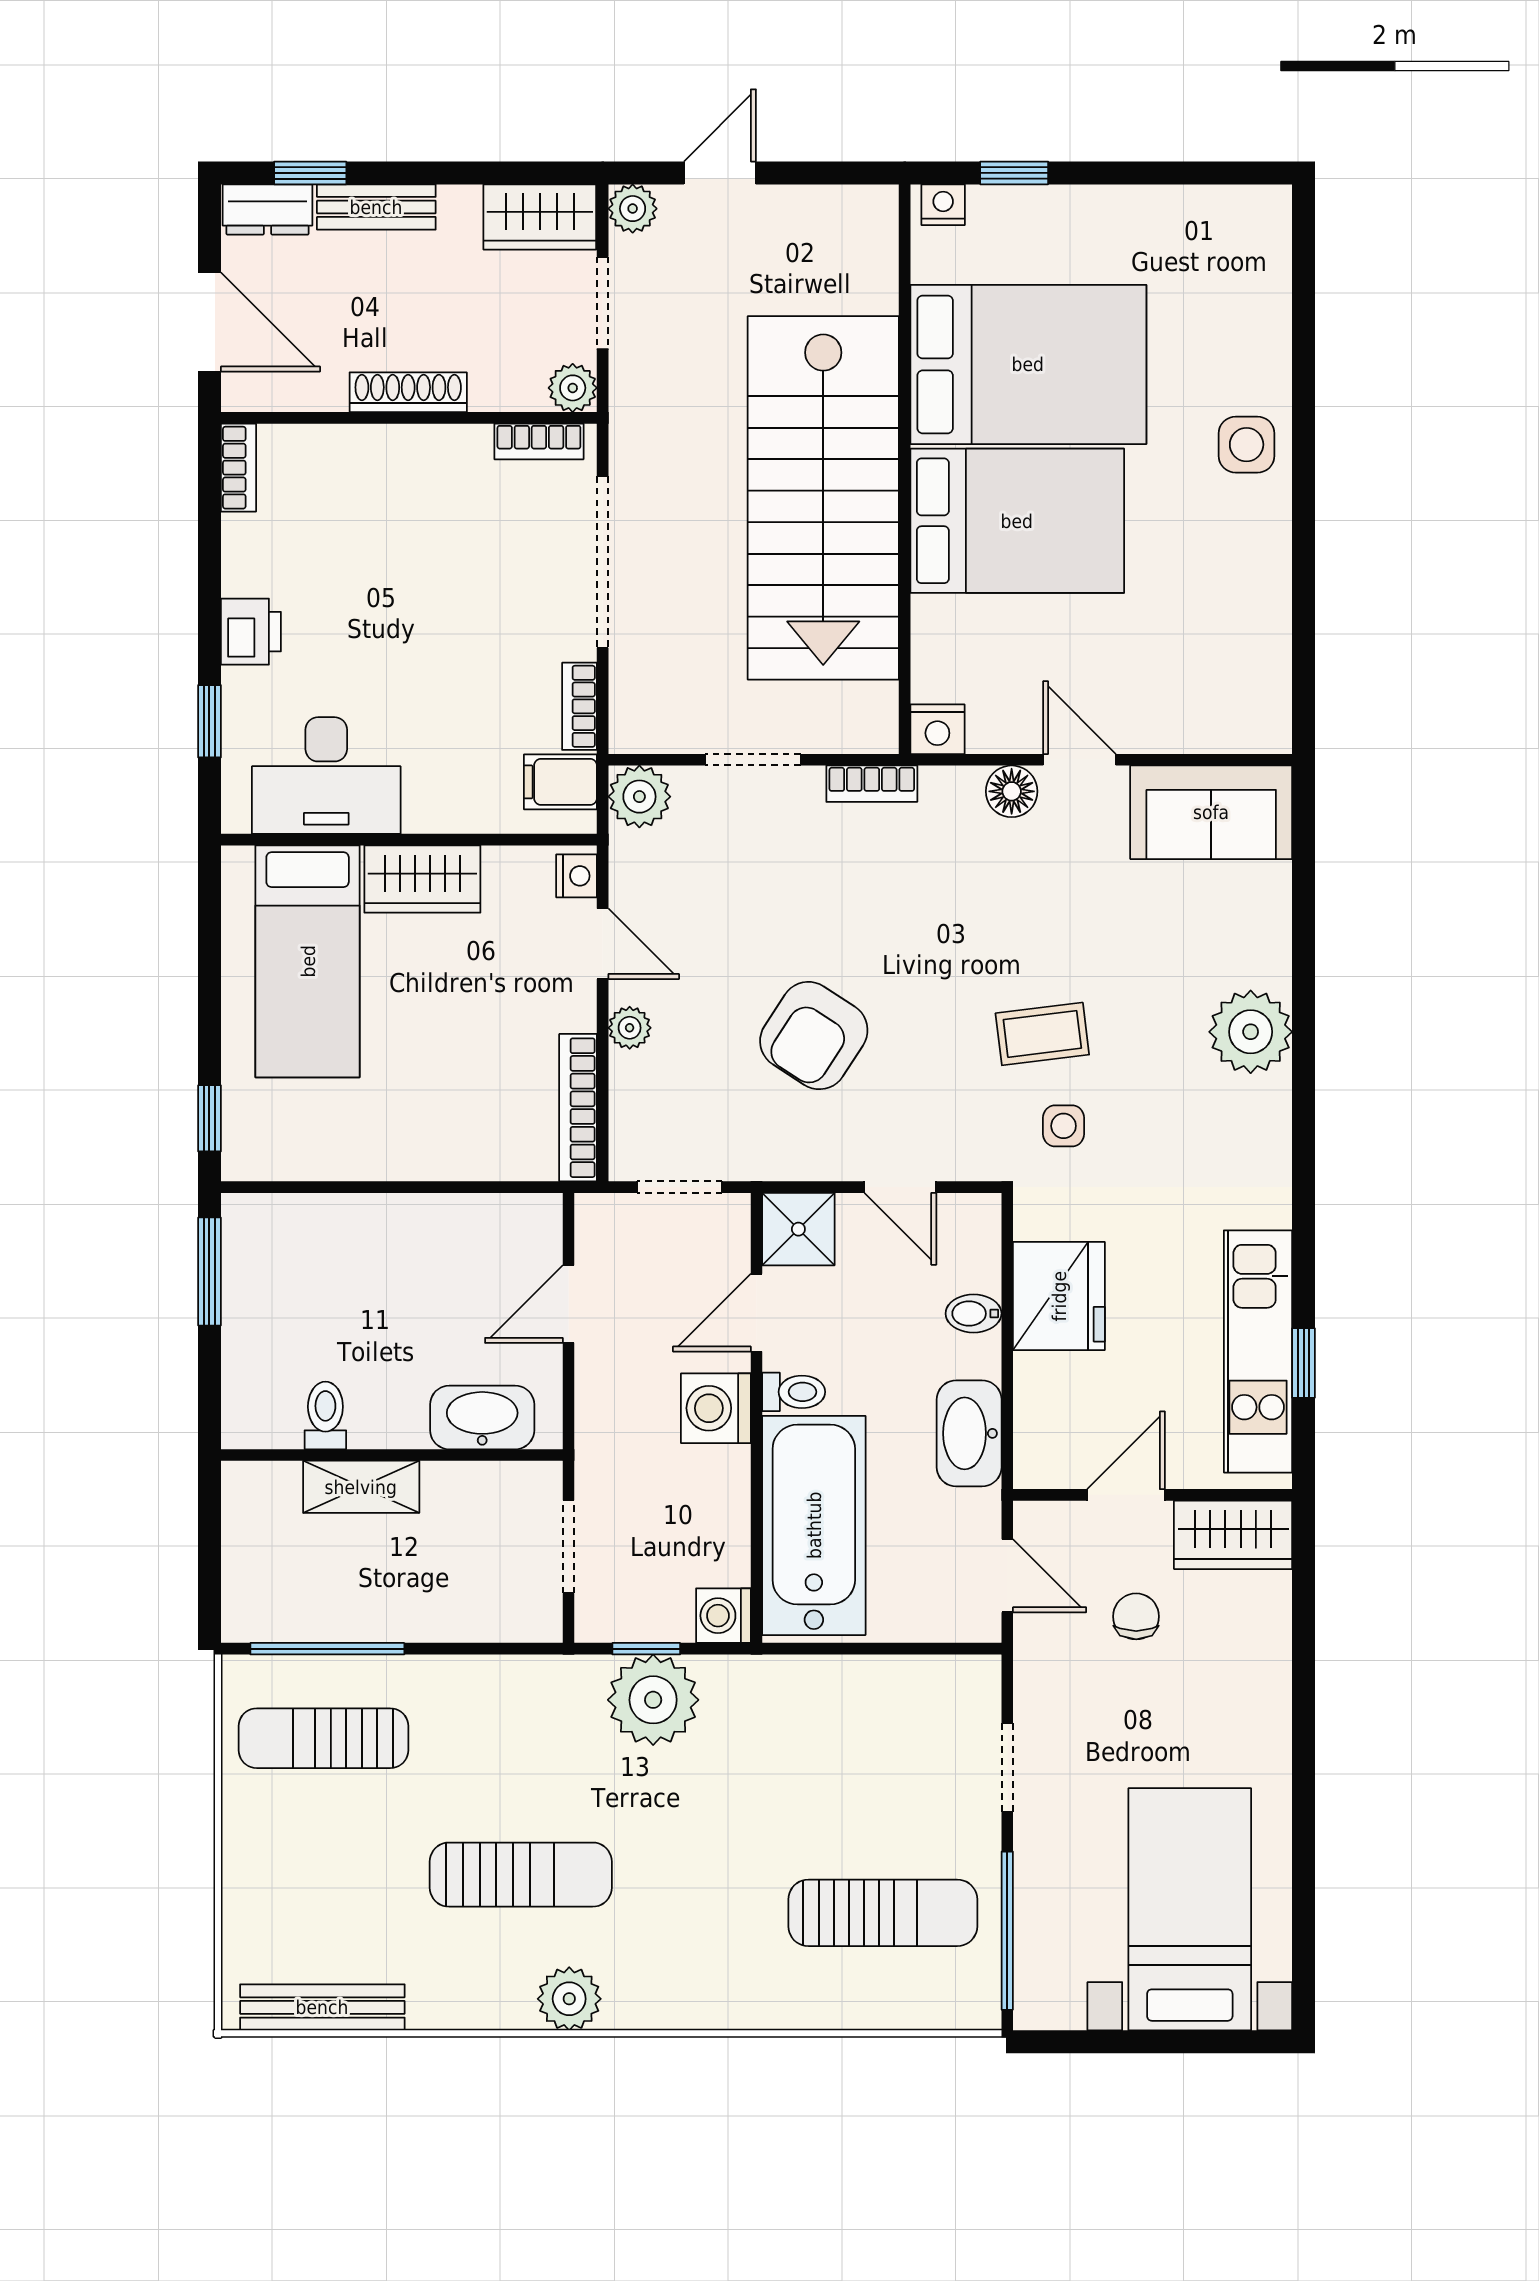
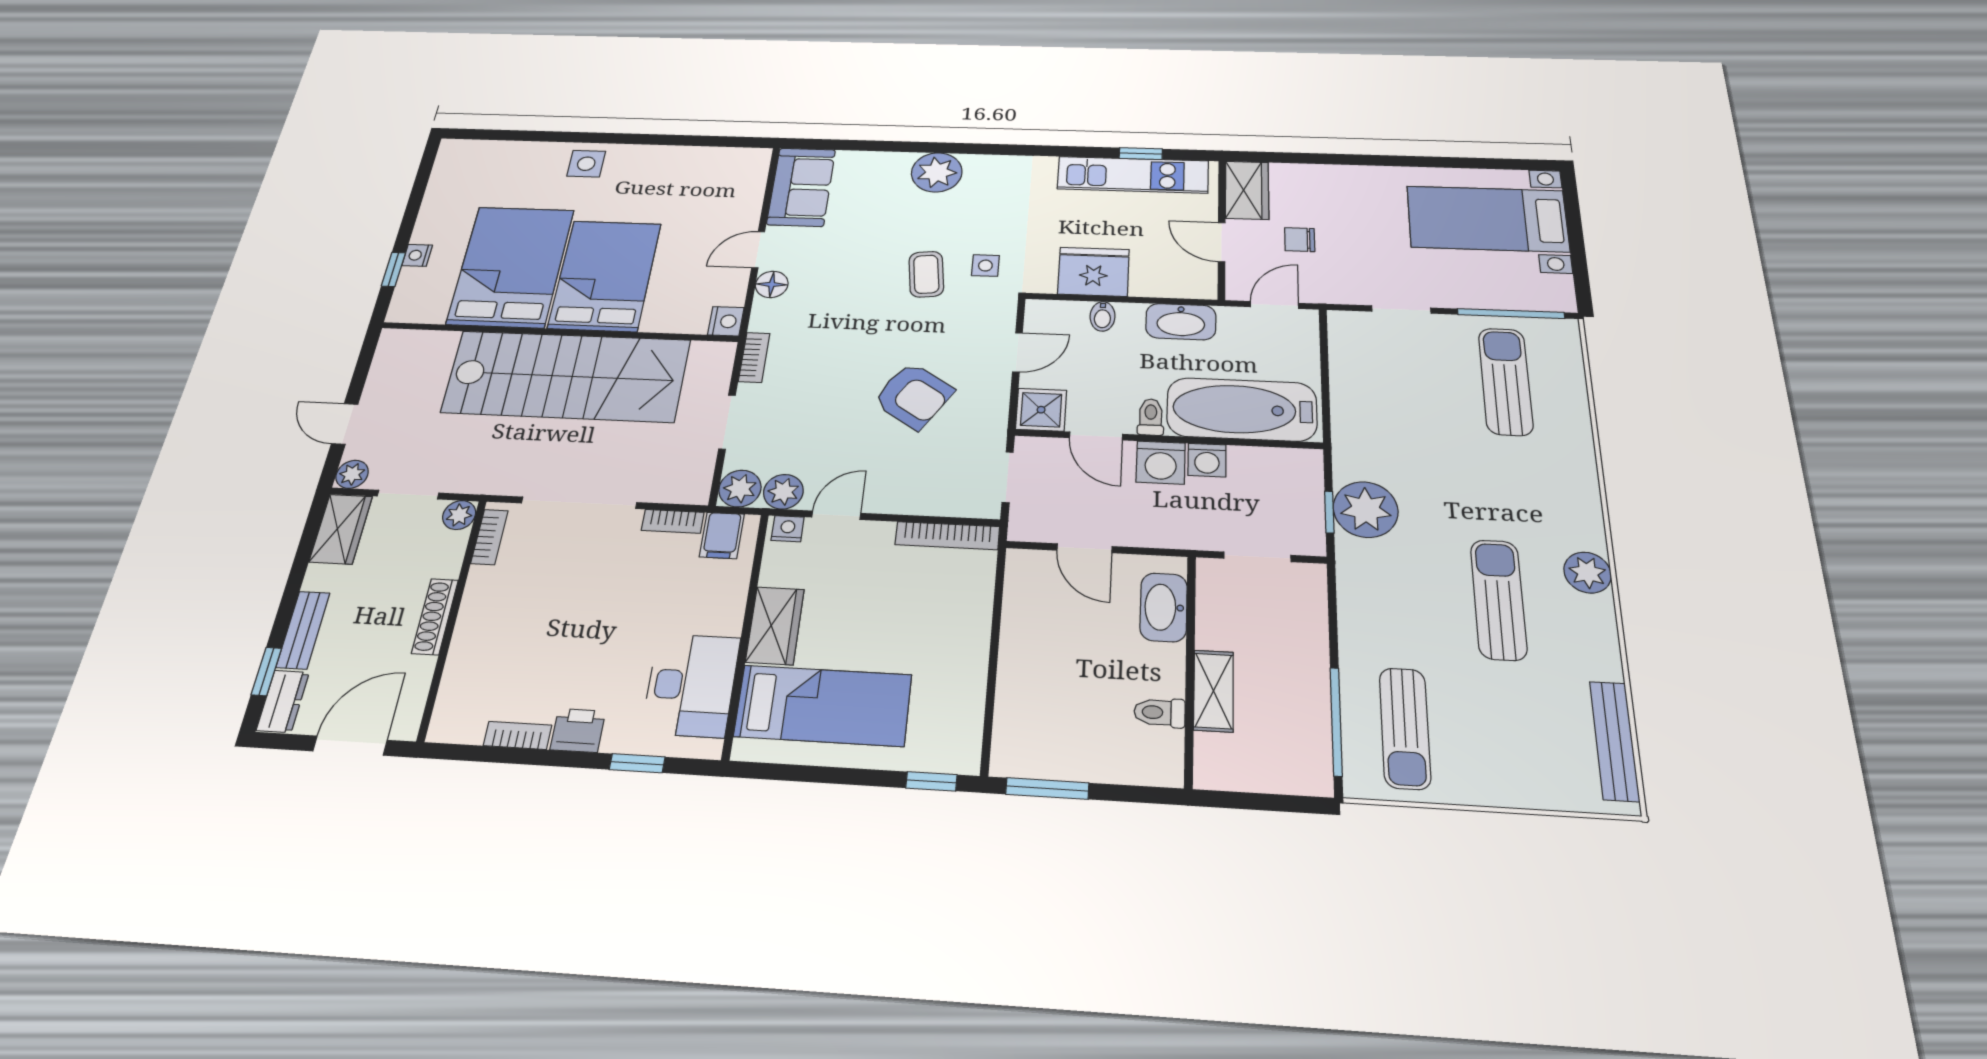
nightstand: (943, 205) -> (417, 255), moved
bookcase: (238, 468) -> (518, 735), moved
plant: (630, 1028) -> (783, 492), moved, width x1.38, depth x1.38
washing machine: (723, 1616) -> (1207, 460), moved

